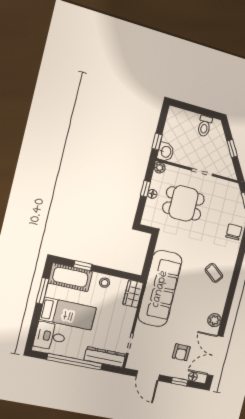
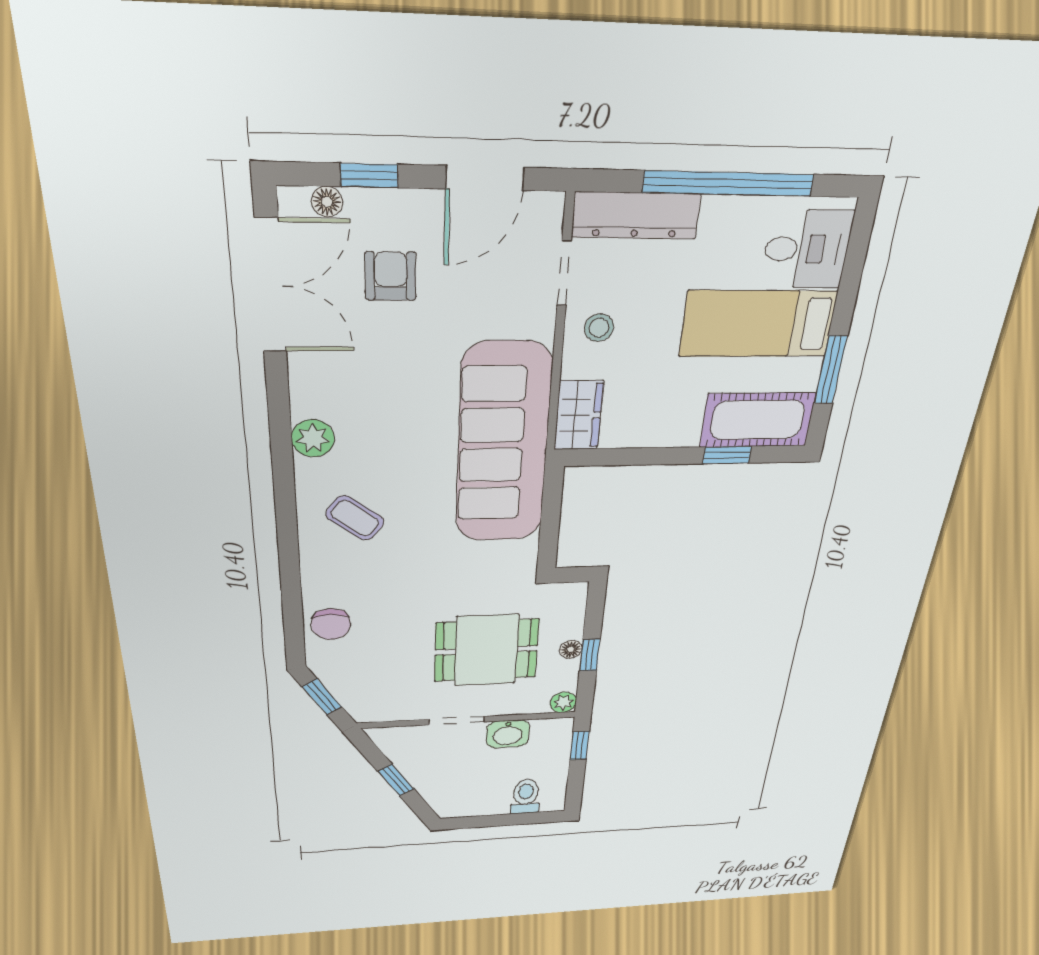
toilet: (205, 126) -> (526, 796), moved
washbasin: (166, 152) -> (508, 734), moved, turned -90
stool: (105, 283) -> (599, 328), moved
plant: (214, 320) -> (313, 438), moved
door: (148, 376) -> (485, 178), swing flipped

